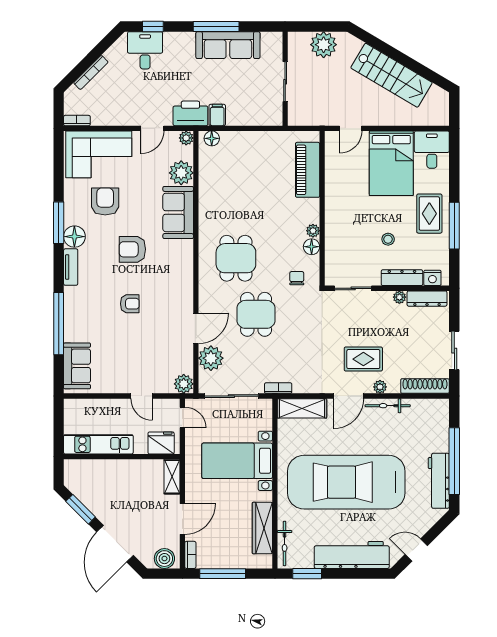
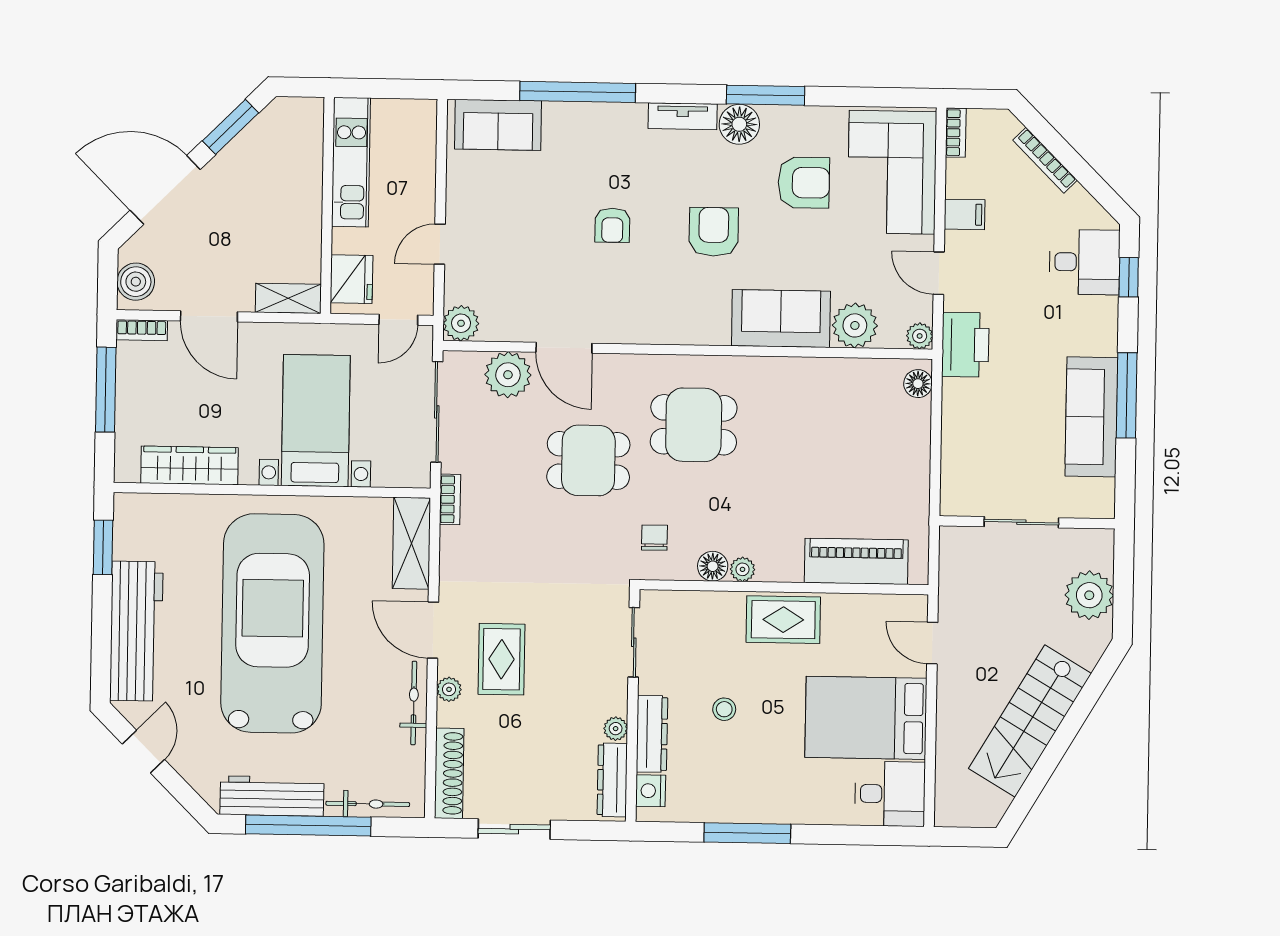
filing cabinet: (217, 115) -> (965, 214), moved
rug: (429, 214) -> (783, 620), moved
chair: (297, 278) -> (654, 538), turned -90
bicycle: (285, 543) -> (368, 804), moved, turned 180

